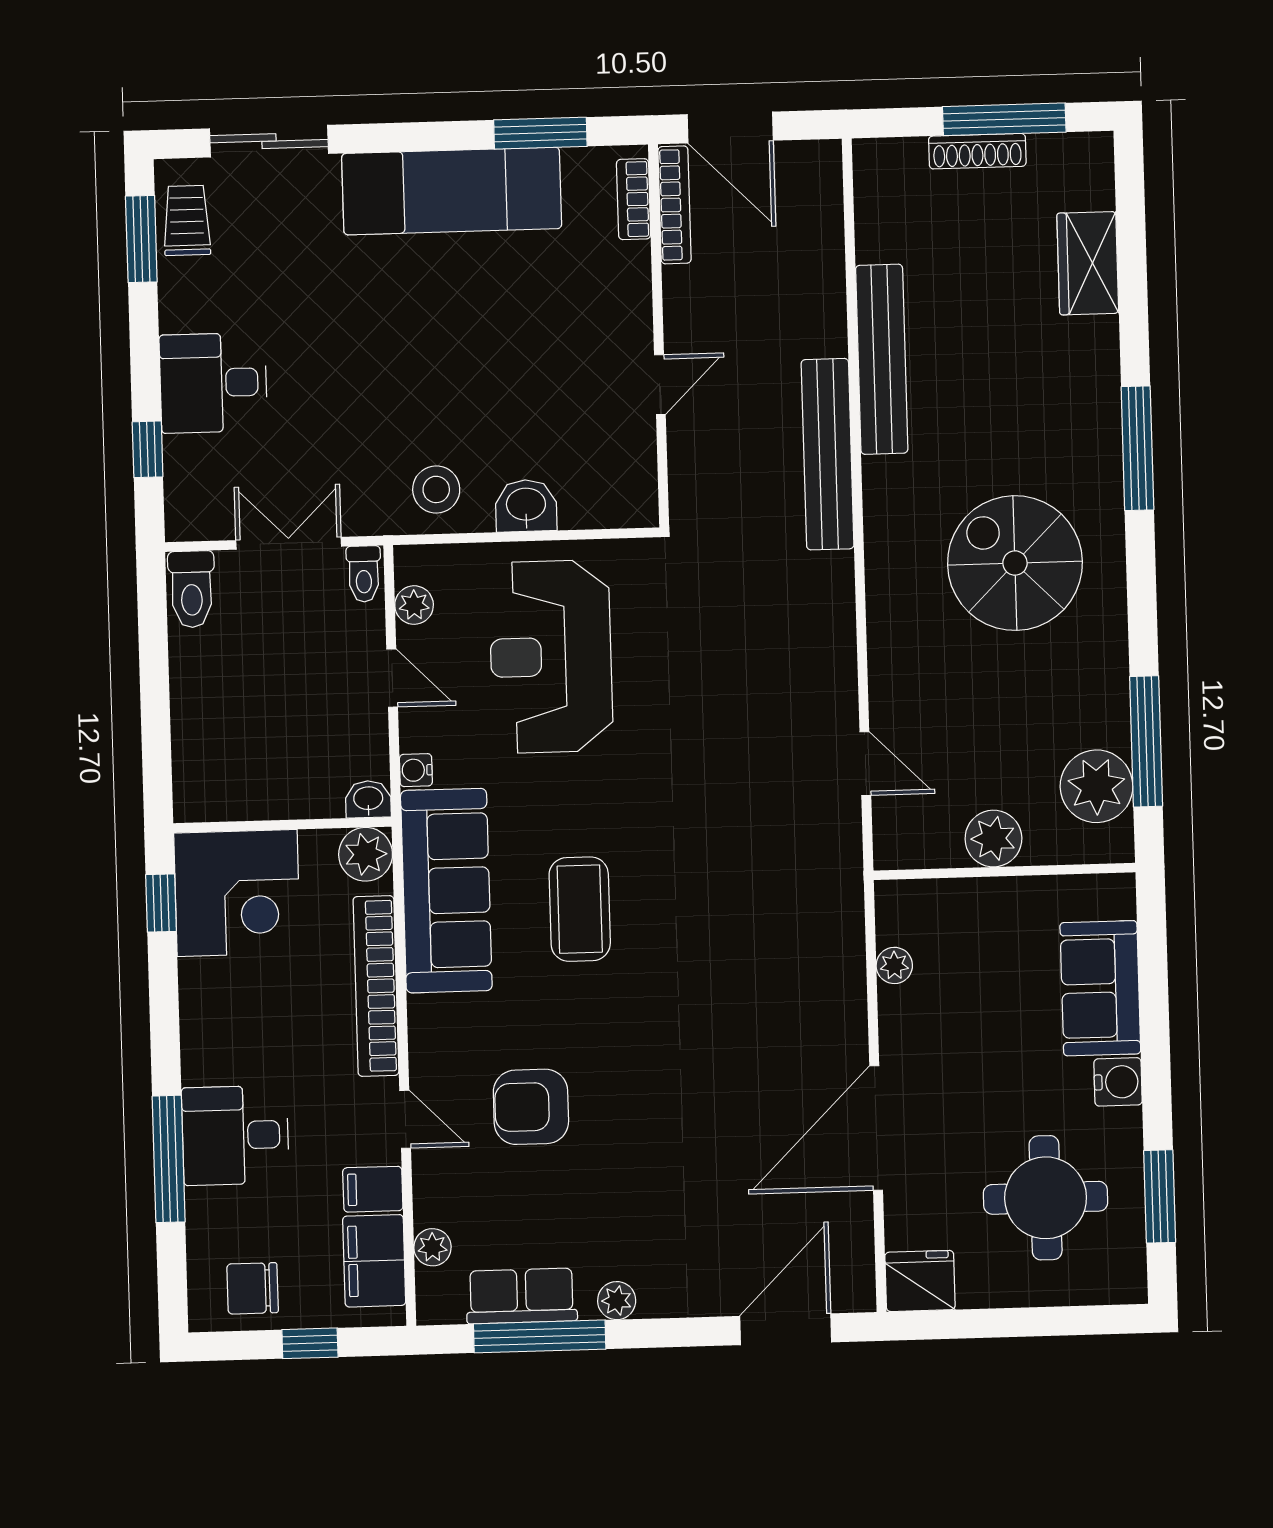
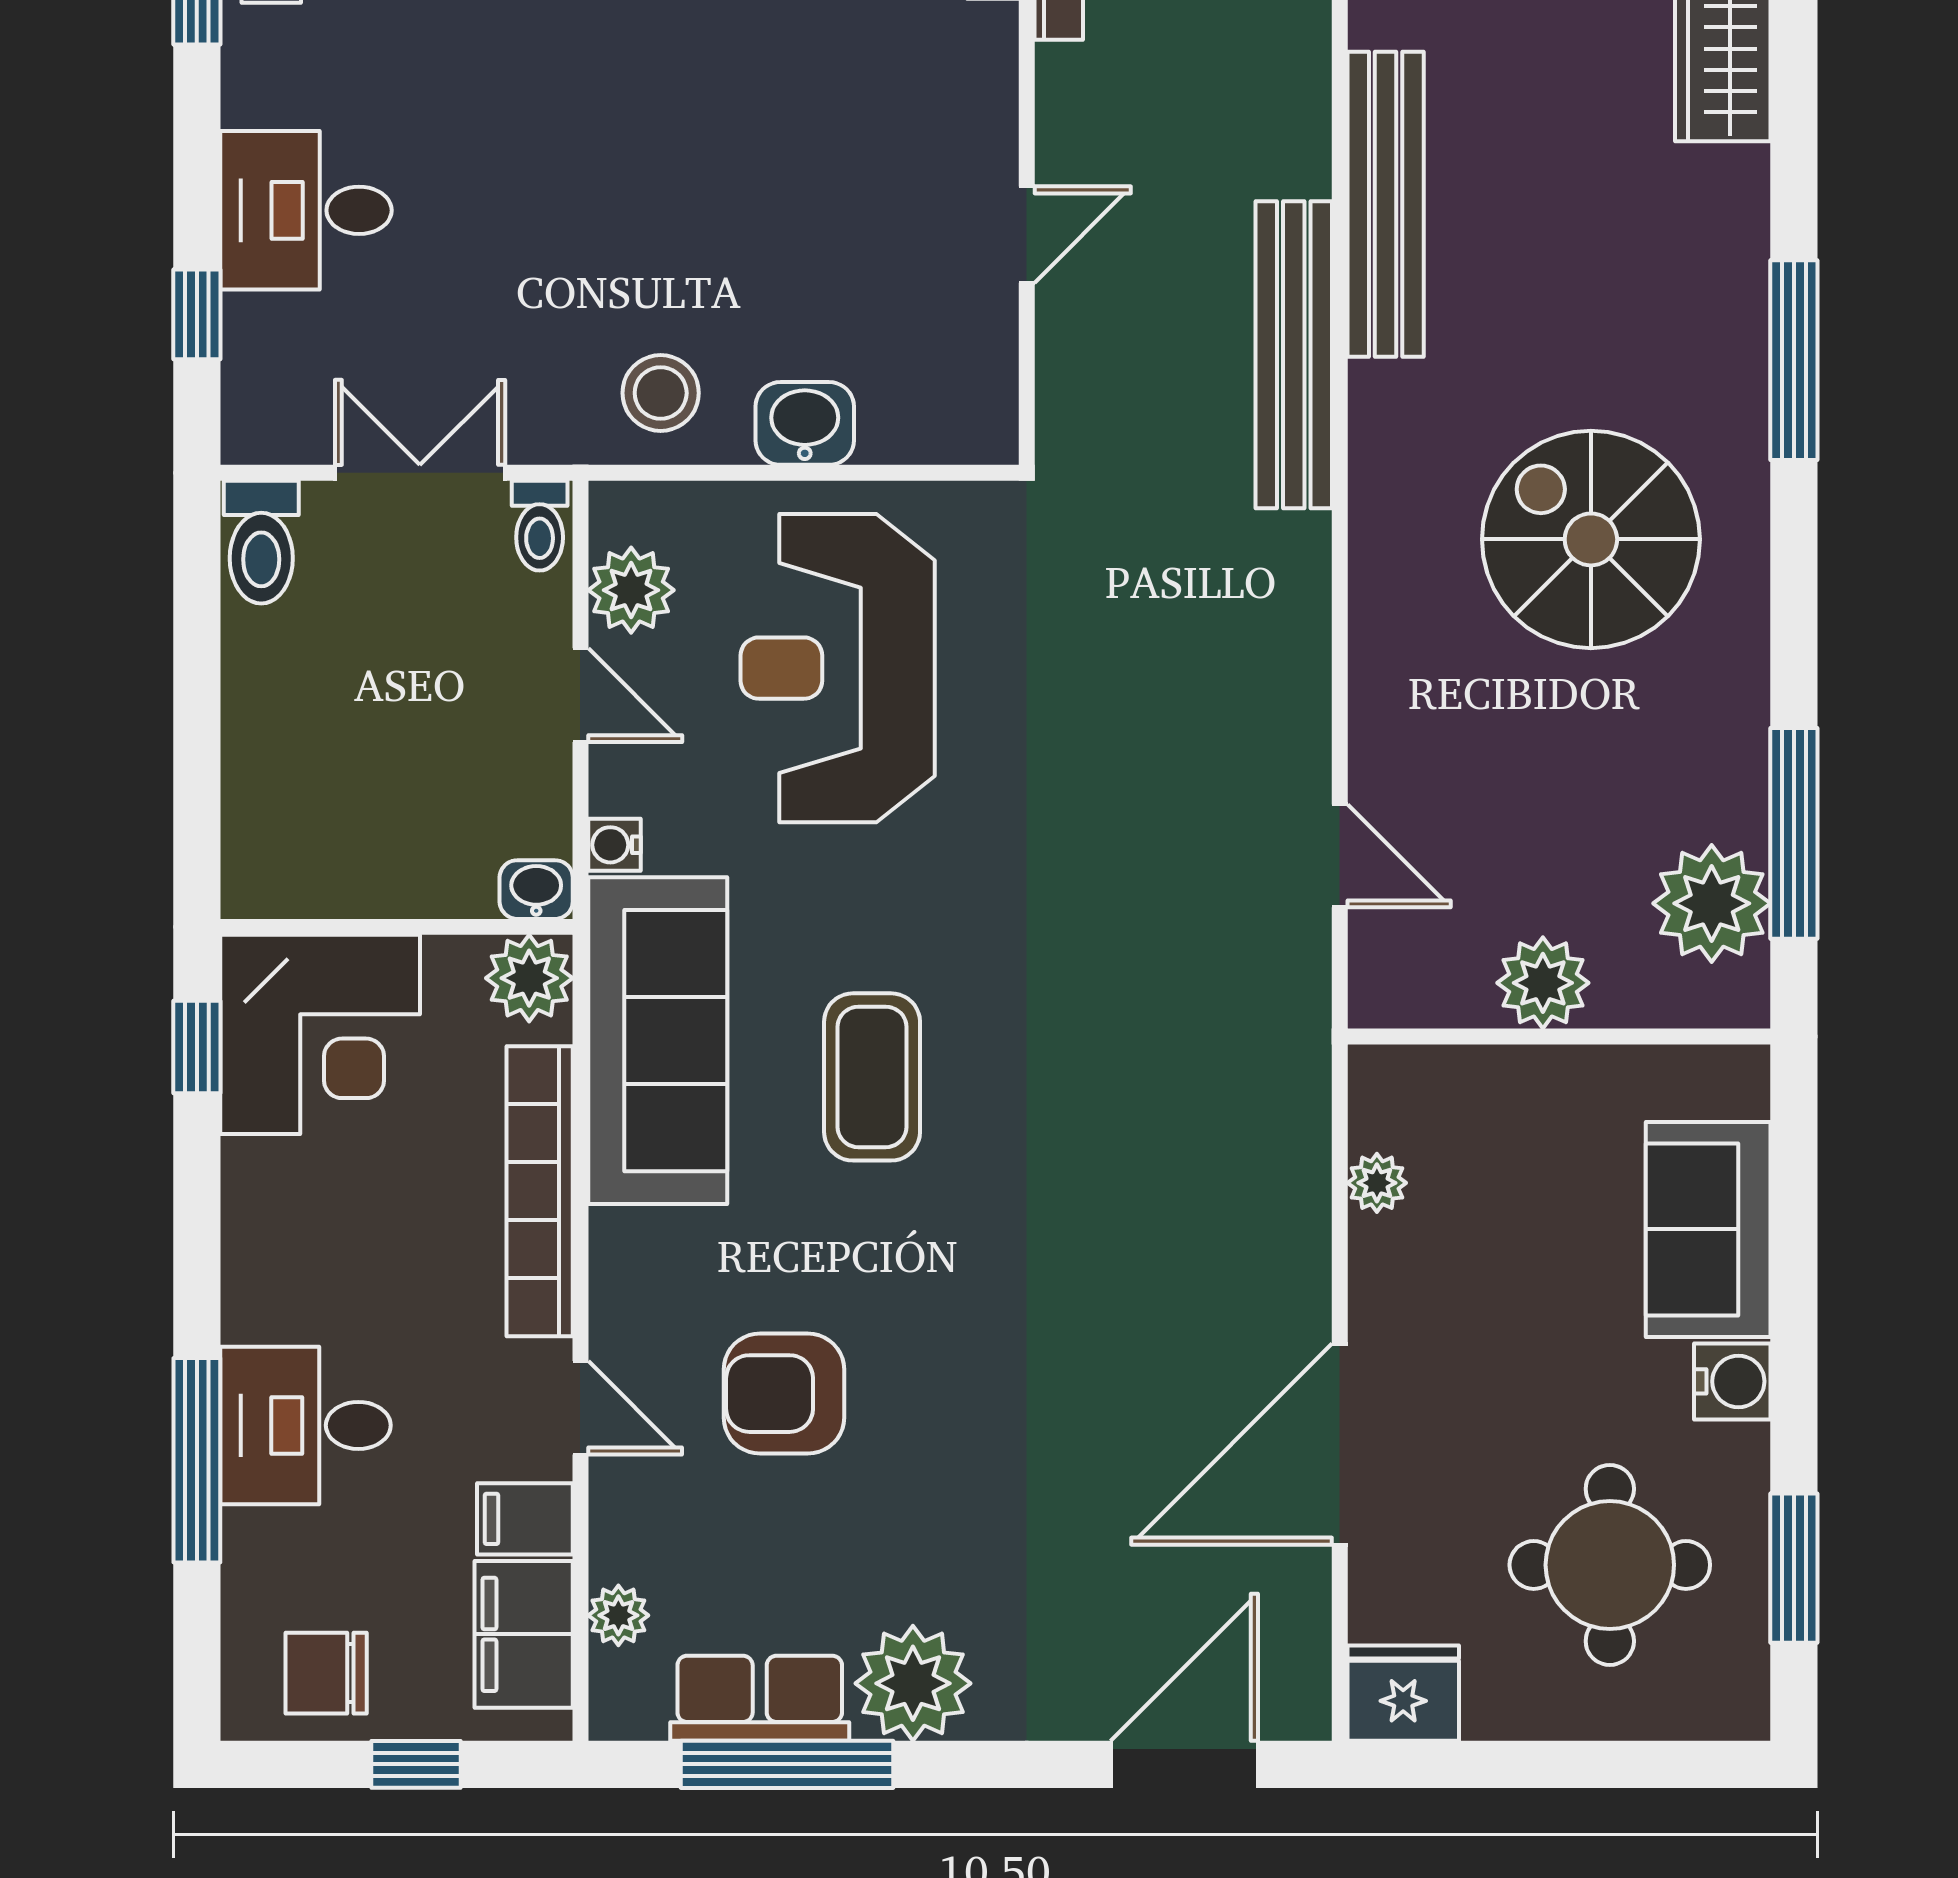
plant: (414, 605) -> (631, 590), width x1.38, depth x1.38
plant: (617, 1301) -> (913, 1683), width x1.88, depth x1.88

